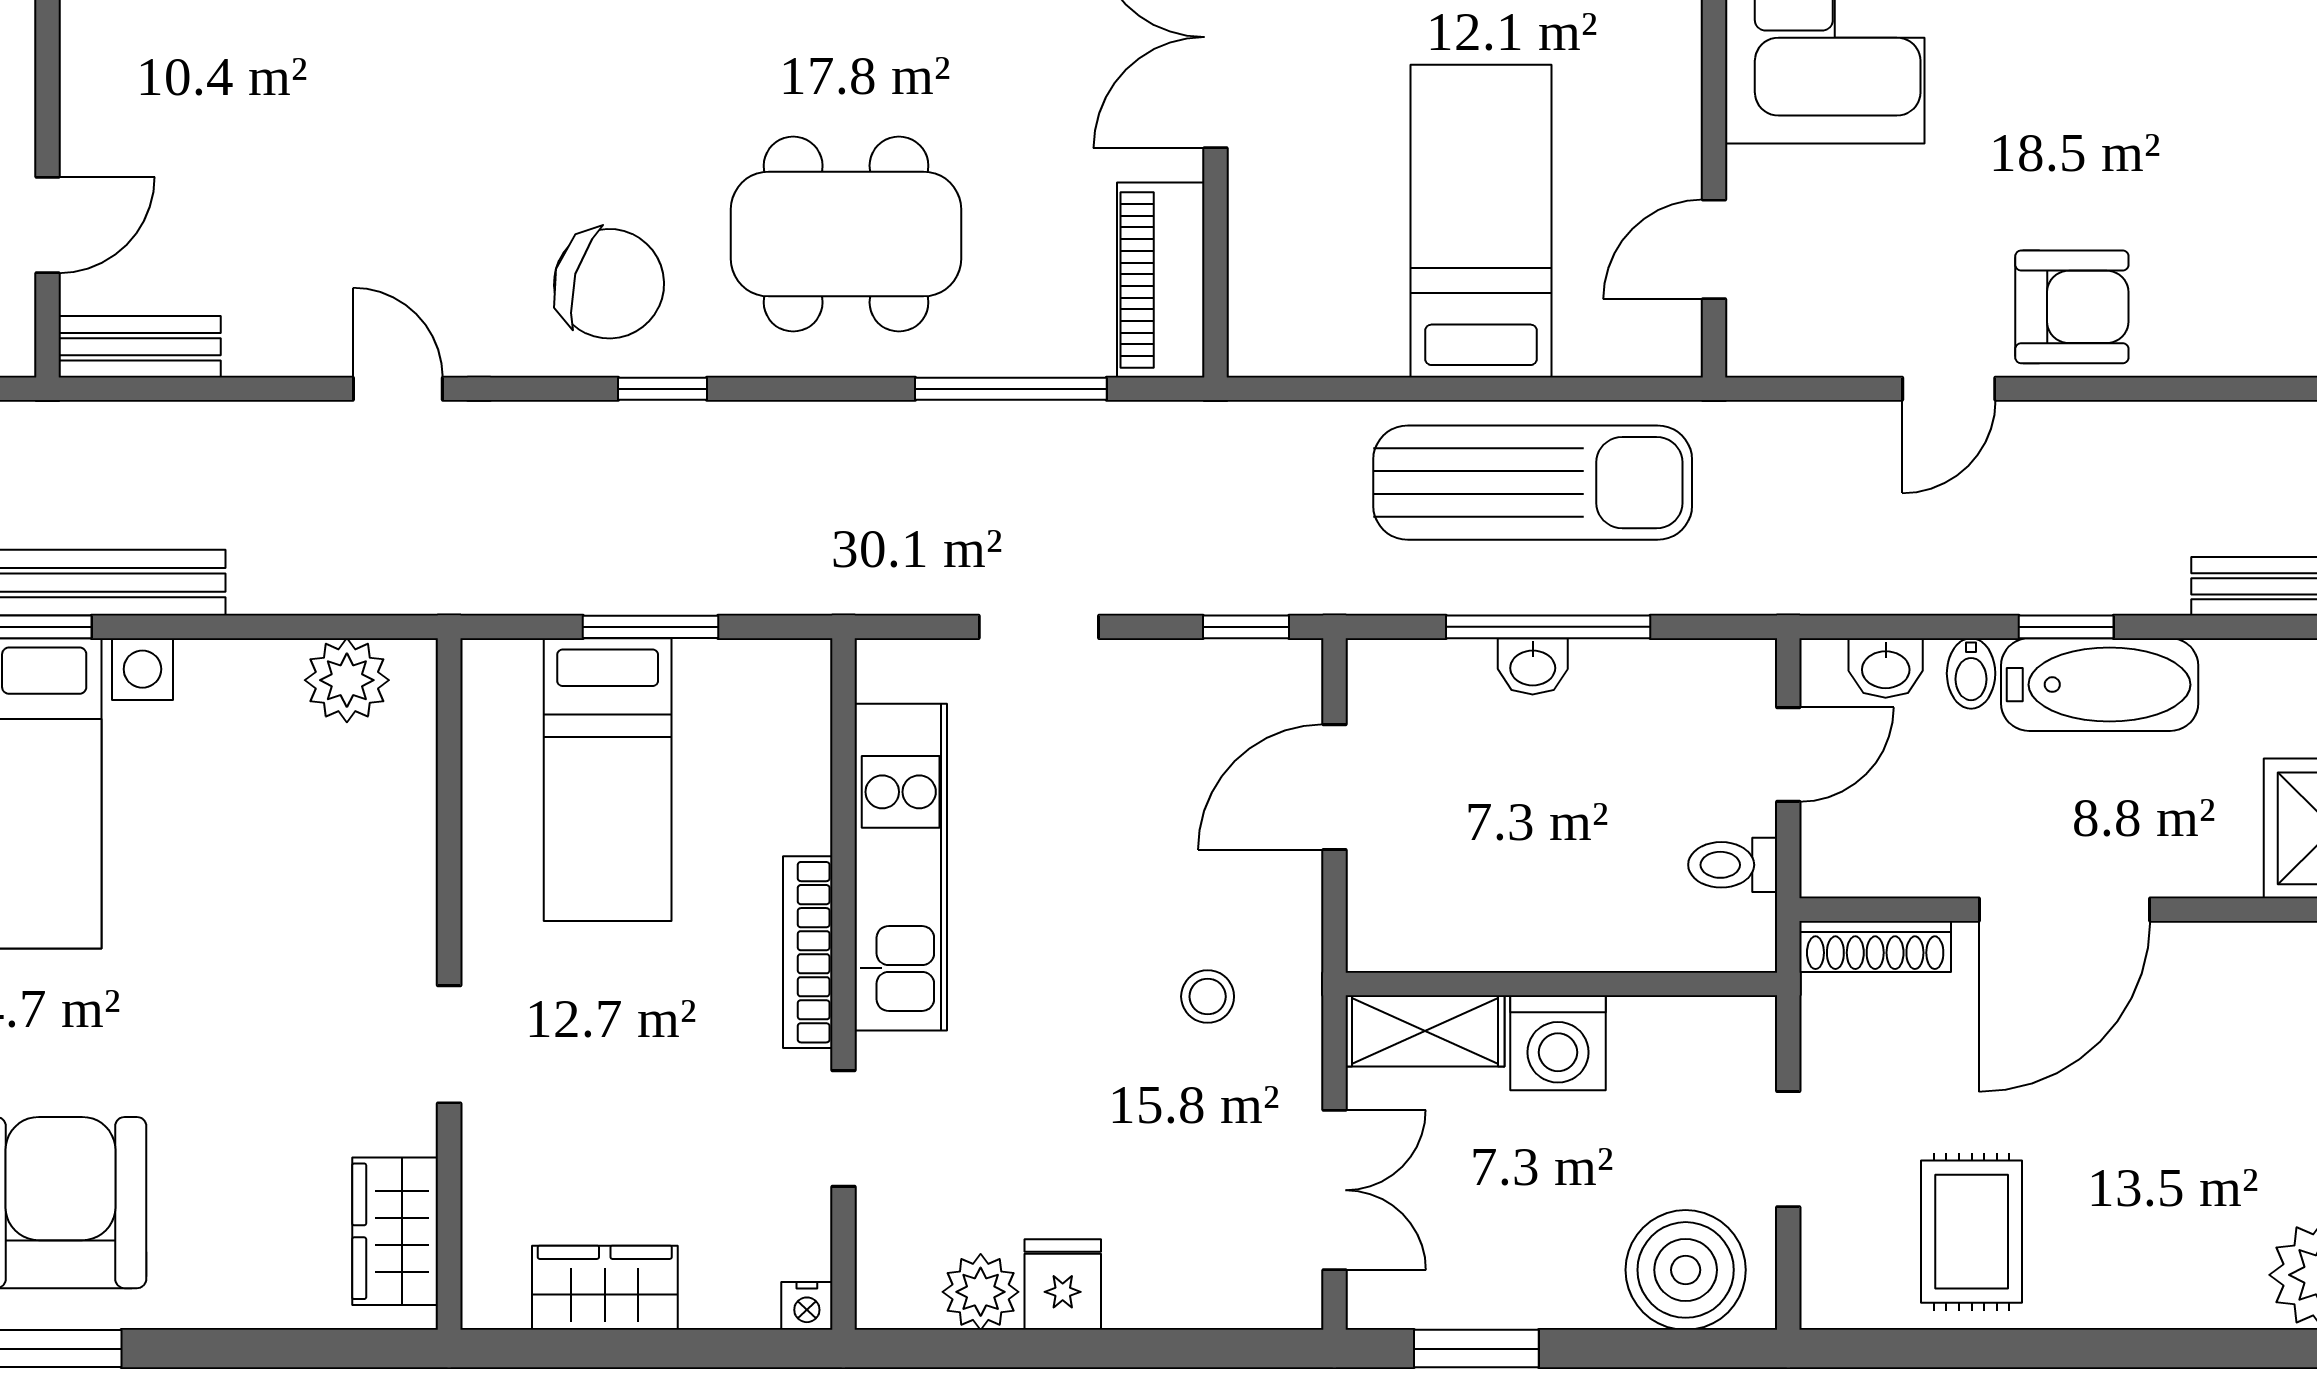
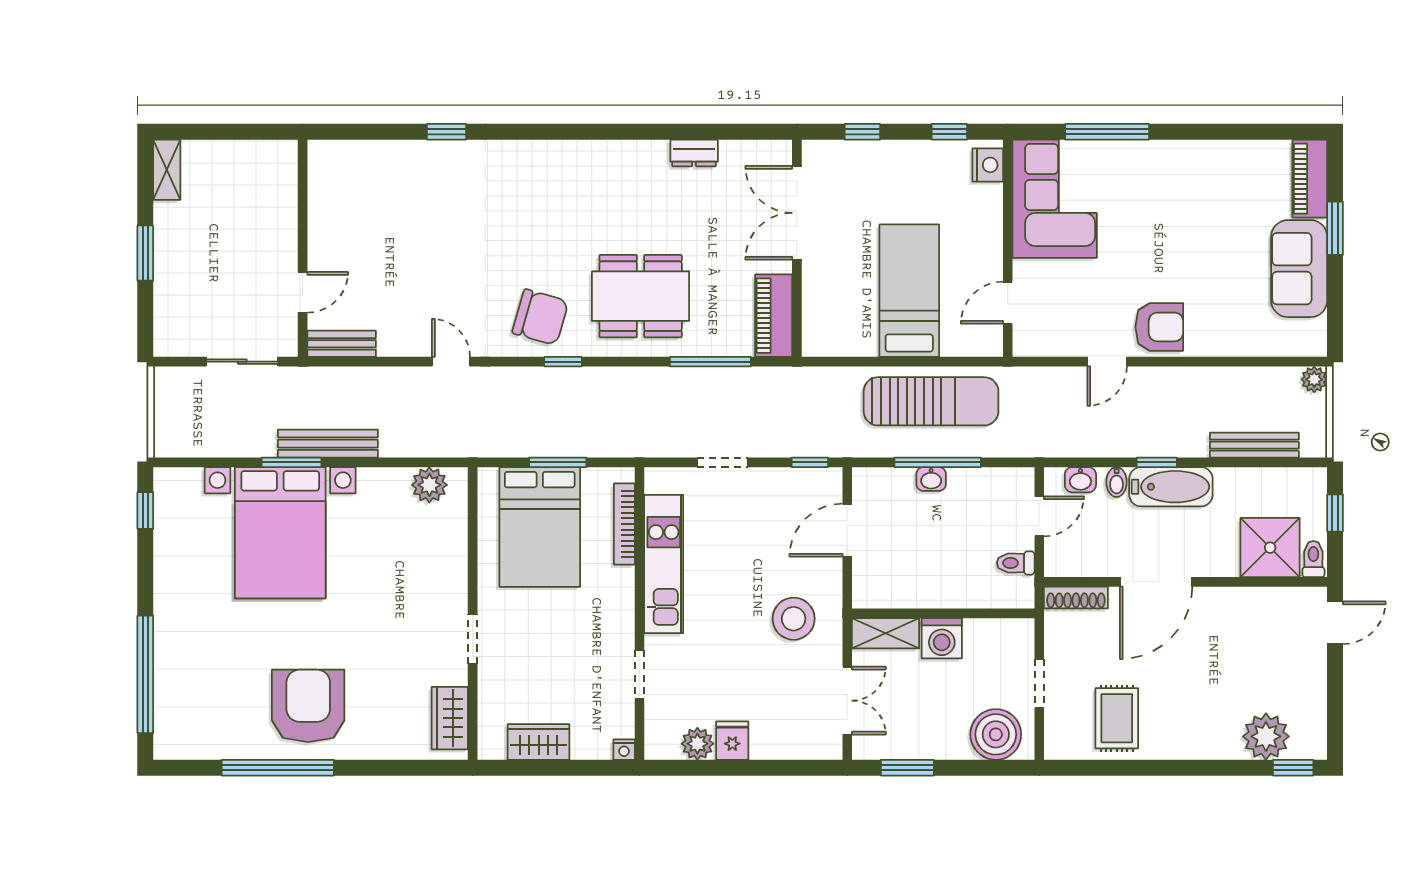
bed: (608, 780) -> (540, 527), width x1.50
bookcase: (808, 952) -> (624, 524), moved
stool: (1208, 997) -> (794, 619), width x1.89, depth x1.89

